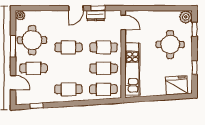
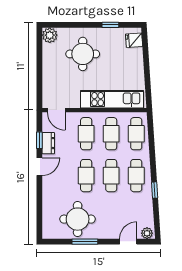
door: (76, 8) -> (39, 167), hinge flipped
plant: (20, 15) -> (147, 233), moved
door: (123, 22) -> (56, 110), swing flipped
window: (194, 29) -> (65, 25), removed
cafe table: (33, 68) -> (111, 176), moved
fridge: (176, 85) -> (134, 40), width x0.53, depth x0.75
window: (37, 106) -> (155, 190), moved

